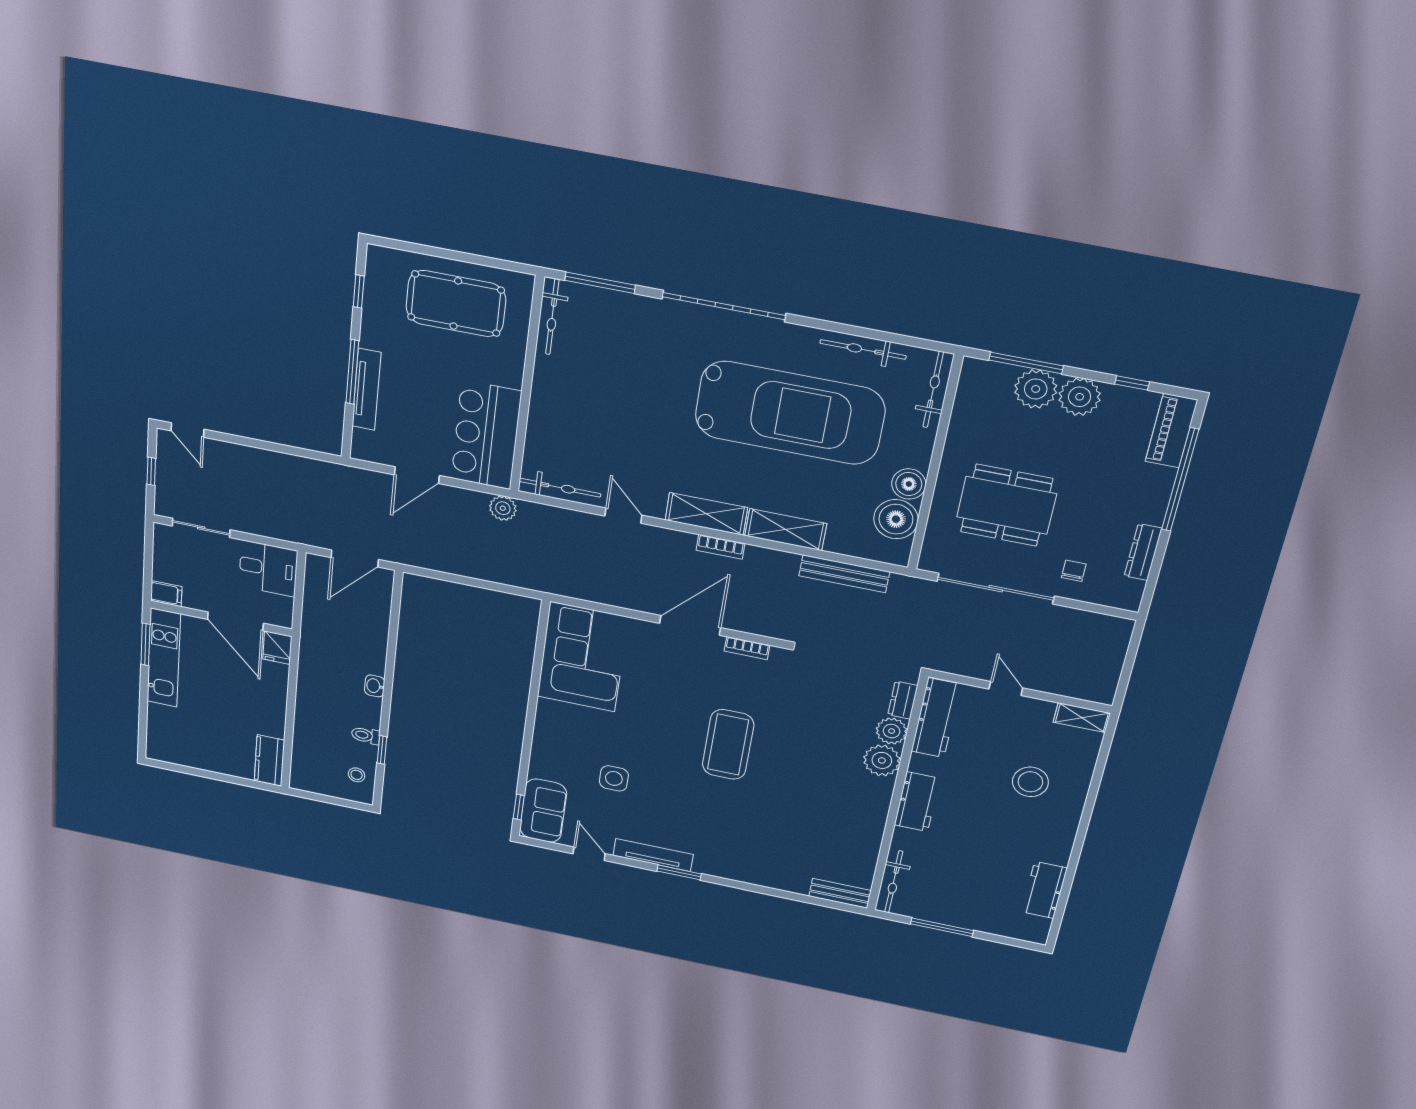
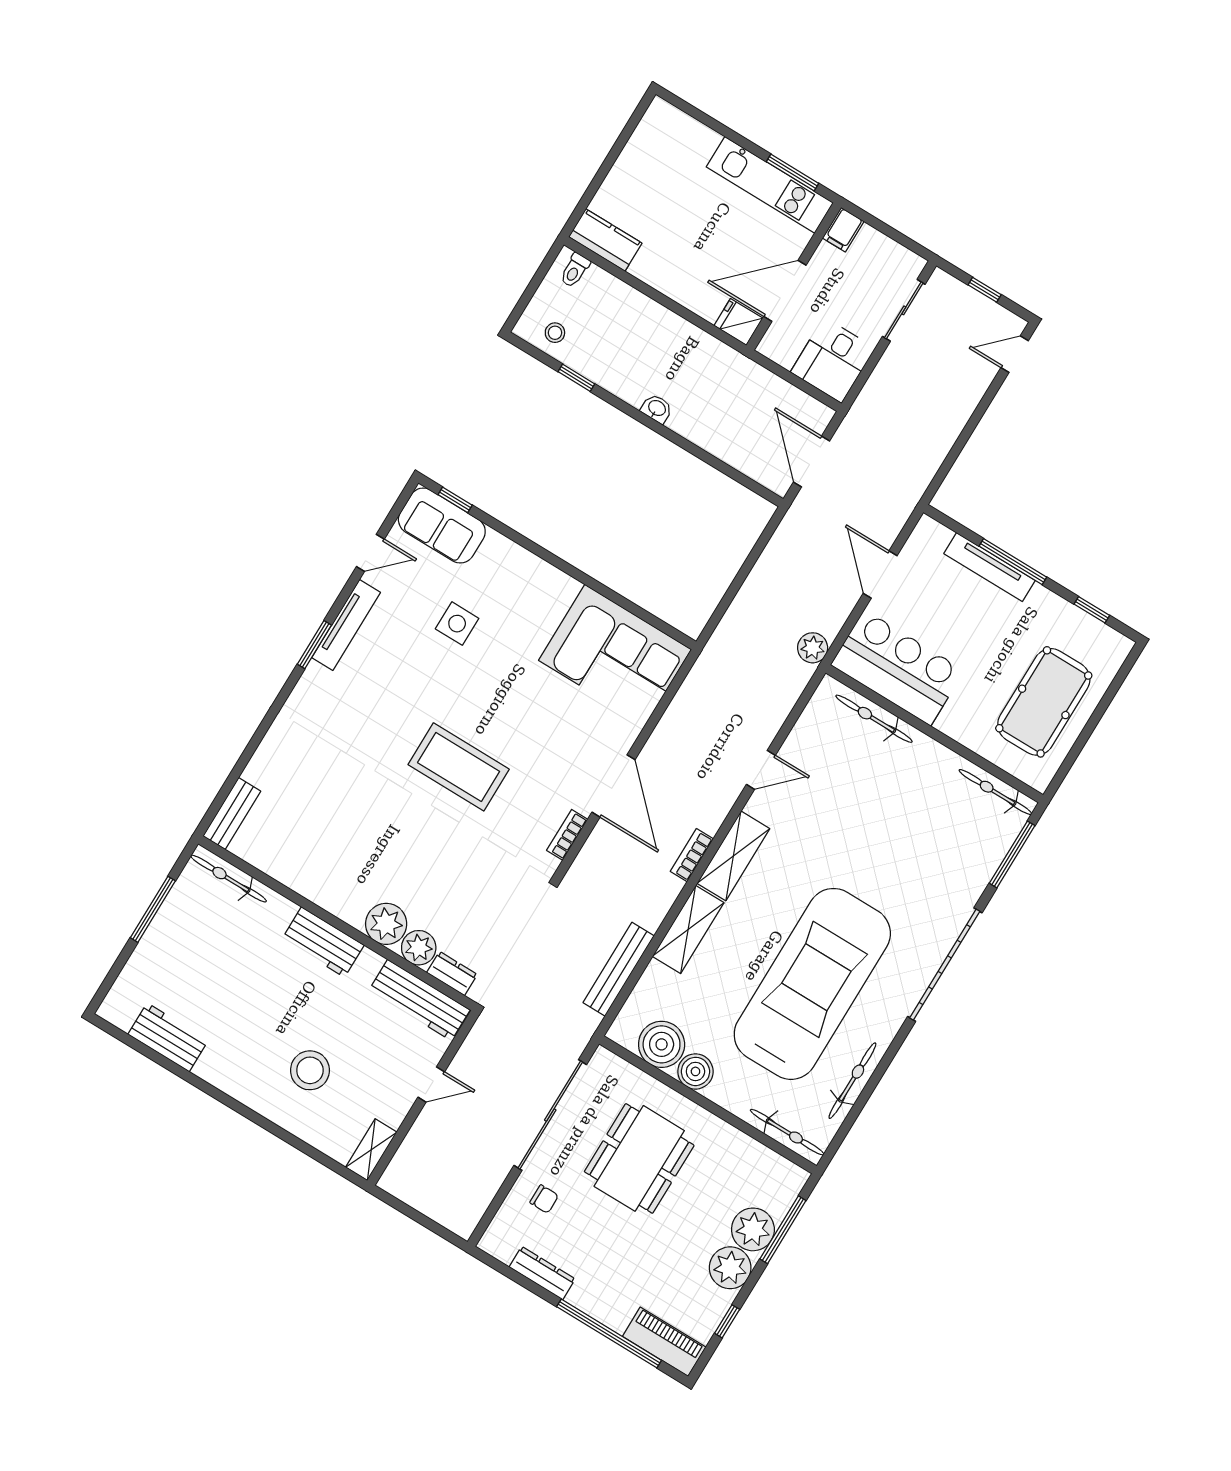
car: (790, 413) -> (812, 984), turned 180
bicycle: (560, 488) -> (874, 719), moved, turned 90
toilet: (366, 735) -> (575, 270), moved, turned 180

